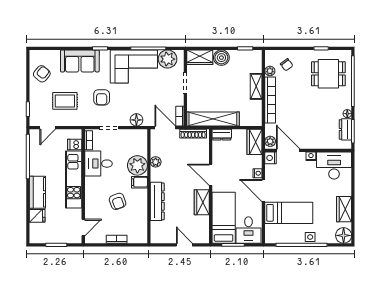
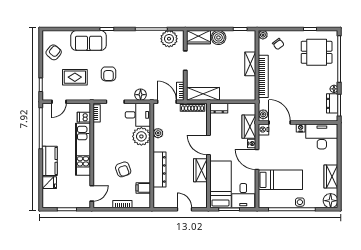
corner sofa: (134, 67) -> (138, 46), removed
plant: (270, 71) -> (263, 35), moved
shelving: (213, 119) -> (203, 94), width x0.68
wardrobe: (255, 142) -> (249, 127), moved
desk: (98, 164) -> (138, 115), moved, turned 180
filing cabinet: (139, 182) -> (143, 188), moved

